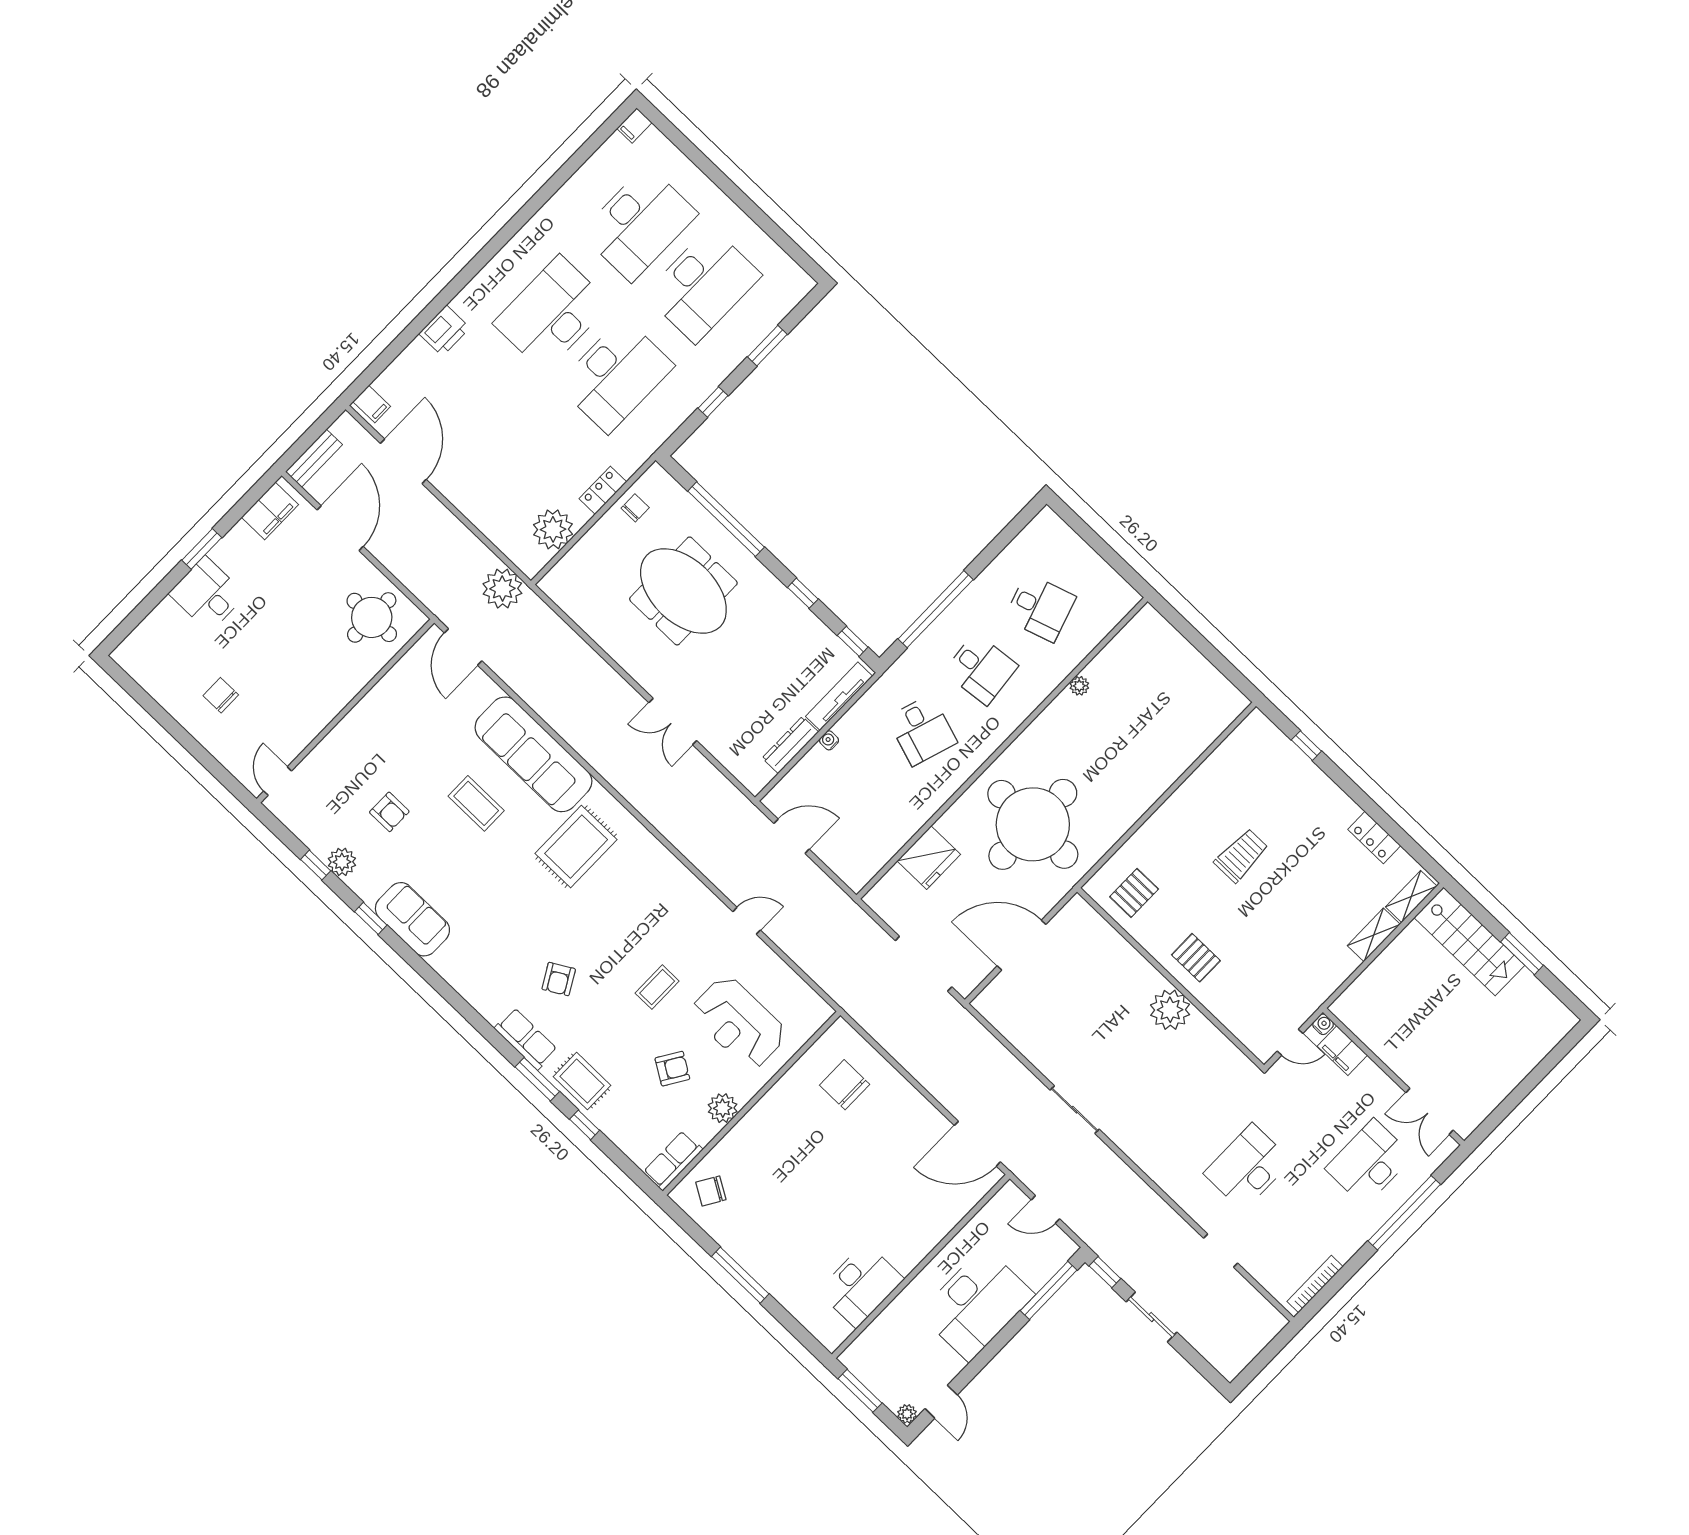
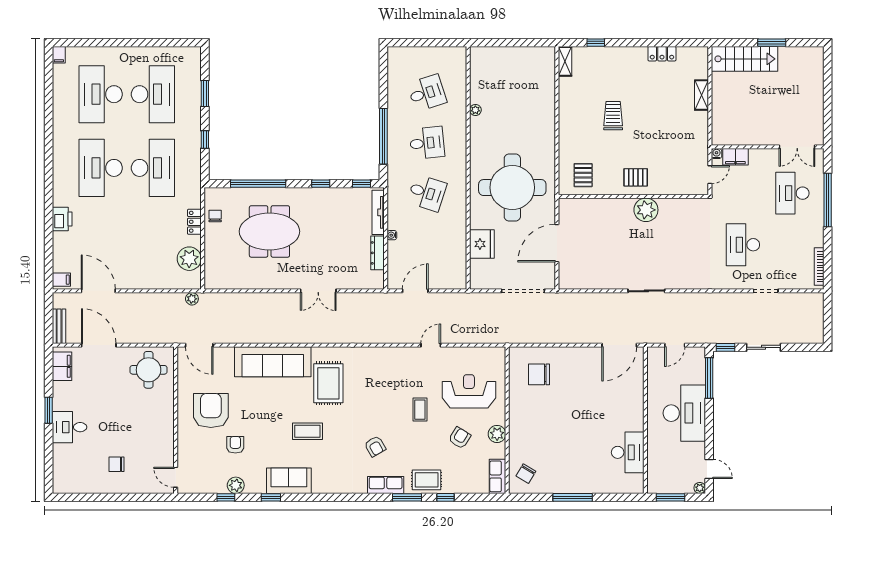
desk: (639, 223) -> (101, 94), turned 180
plant: (502, 589) -> (192, 299), width x0.53, depth x0.53
armchair: (400, 741) -> (211, 410), added
coffee table: (476, 803) -> (307, 431), moved
armchair: (389, 812) -> (235, 445), turned -90
shelving: (1411, 897) -> (565, 61), moved
reception desk: (739, 1023) -> (469, 391), turned 180

